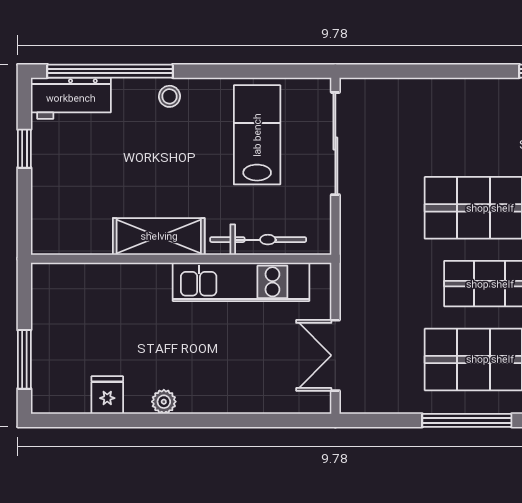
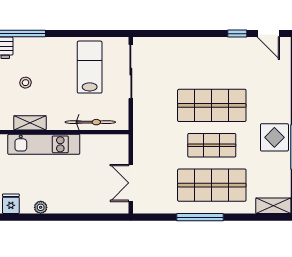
stool: (169, 96) -> (26, 83), moved
shelving: (159, 236) -> (30, 123), width x0.67, depth x0.75
kitchen unit: (241, 282) -> (44, 144), moved

